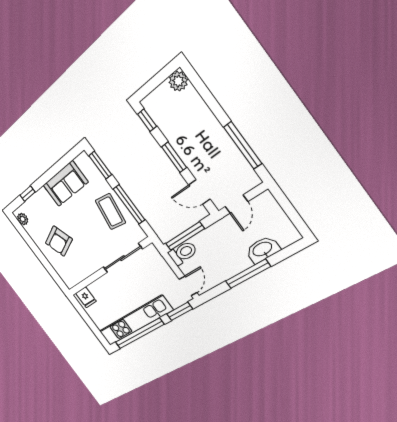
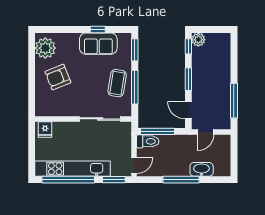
plant: (178, 81) -> (198, 40), moved
window: (28, 194) -> (98, 30), moved
plant: (23, 219) -> (45, 48), width x1.87, depth x1.87

